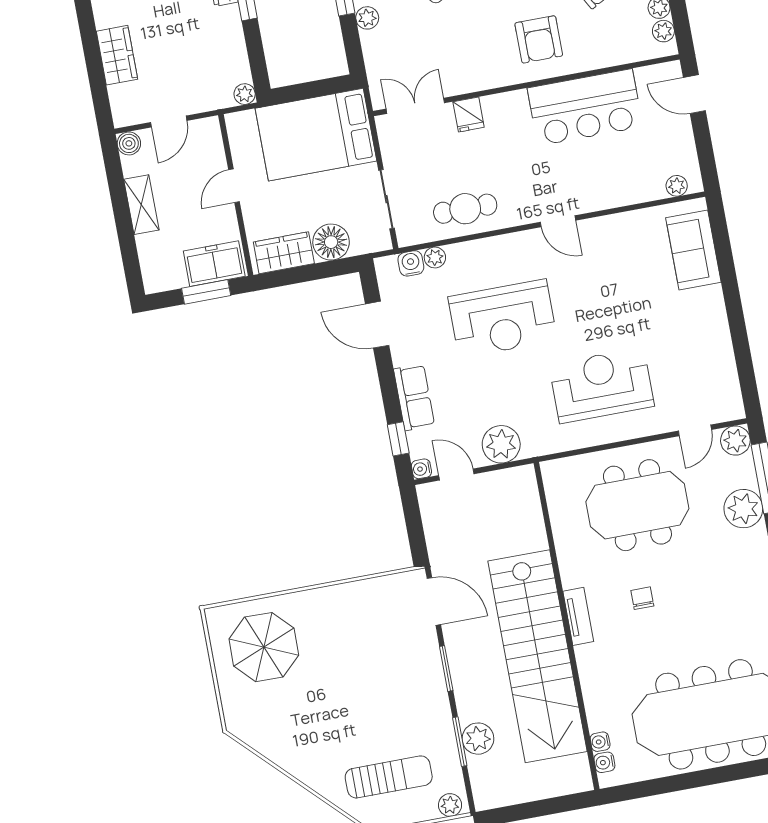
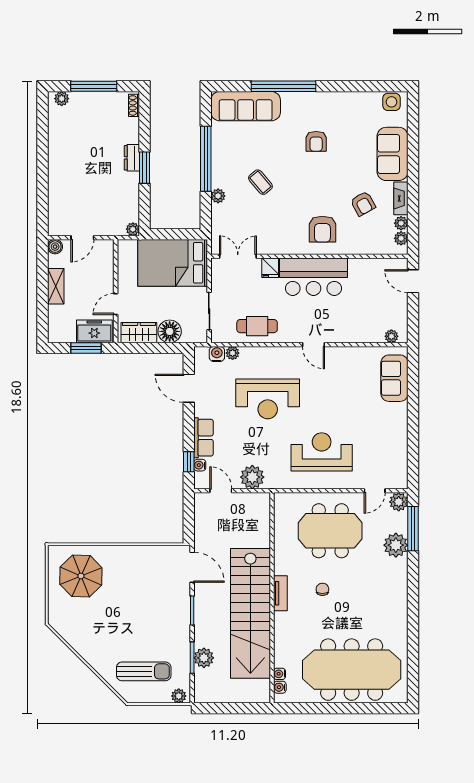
wardrobe: (117, 55) -> (58, 190), removed
bar counter: (585, 107) -> (314, 277), moved
door: (234, 186) -> (116, 304), moved
water cooler: (421, 469) -> (200, 465), moved

